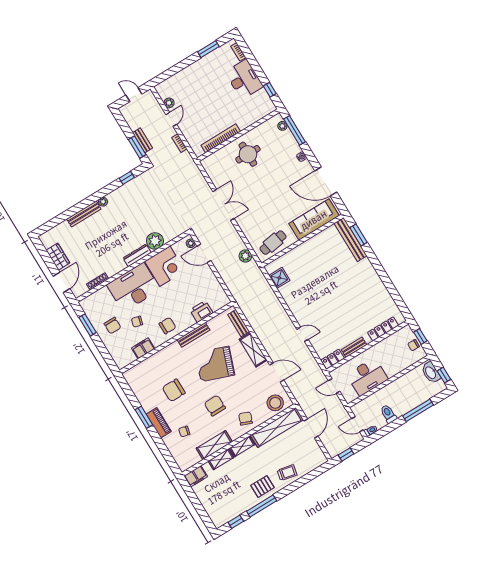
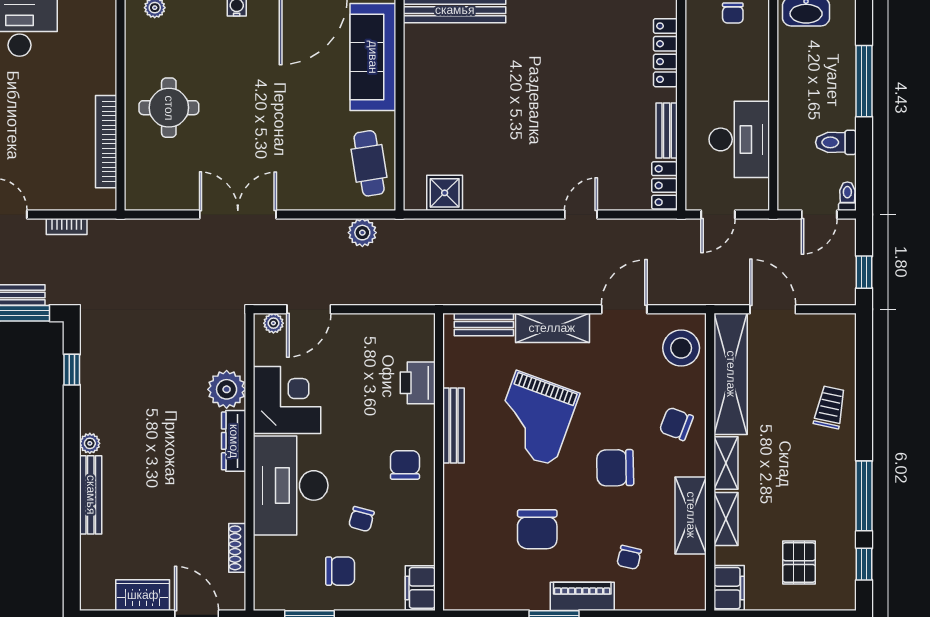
filing cabinet: (143, 348) -> (420, 588), moved
pallet: (262, 487) -> (799, 563), moved

